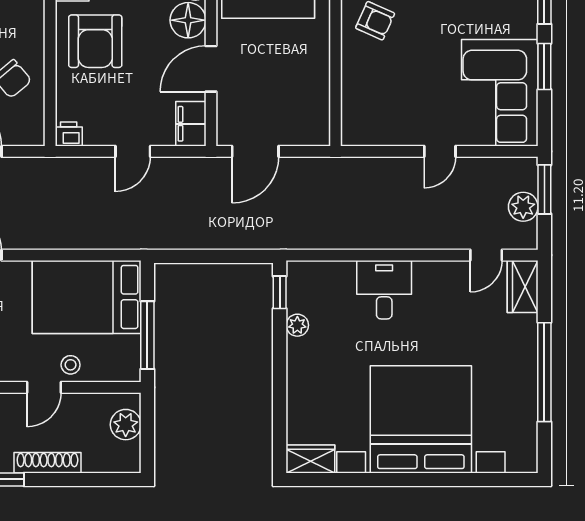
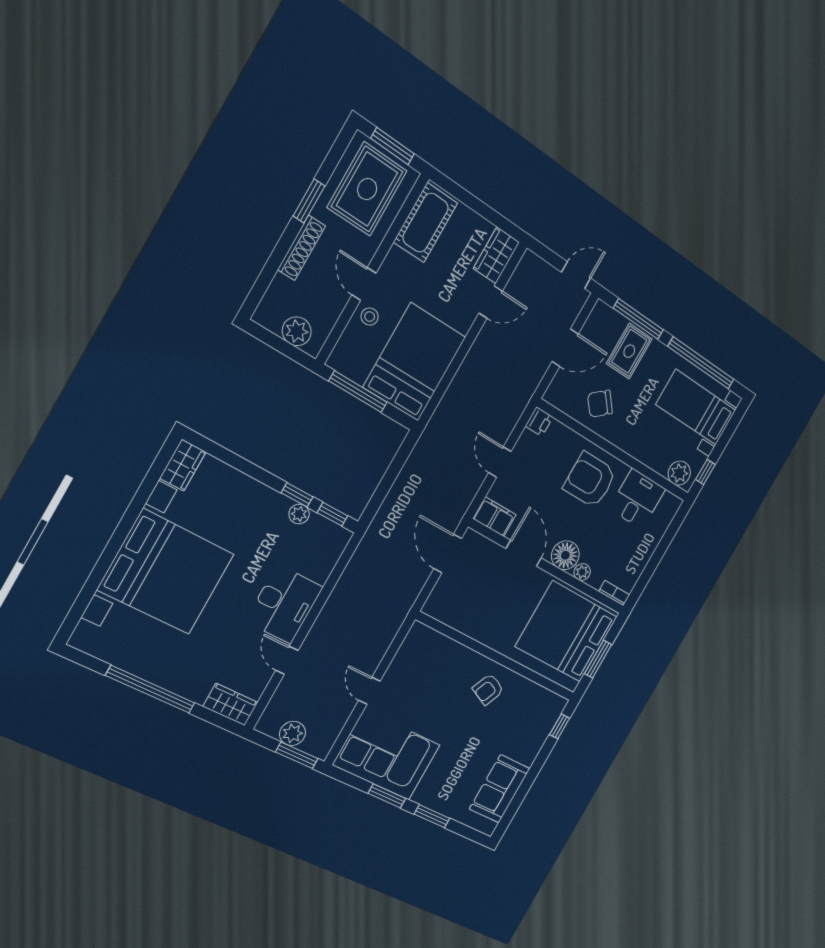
door: (486, 255) -> (287, 660), moved
desk: (384, 290) -> (284, 604), width x1.37
window: (280, 338) -> (297, 495), added

